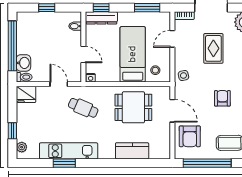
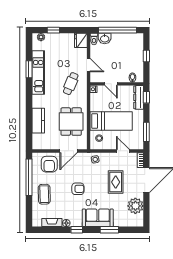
rug: (213, 48) -> (116, 182), turned 90
door: (83, 55) -> (111, 84), hinge flipped
door: (59, 84) -> (89, 65), hinge flipped
armchair: (190, 136) -> (49, 164), turned -90

